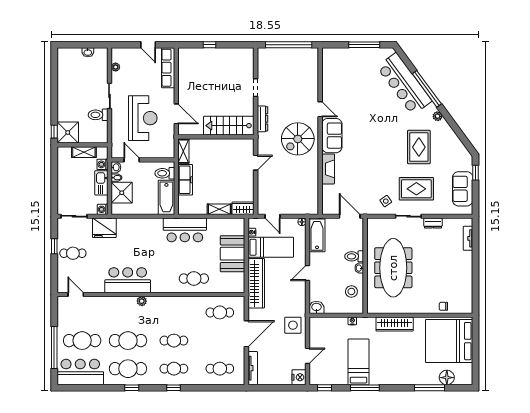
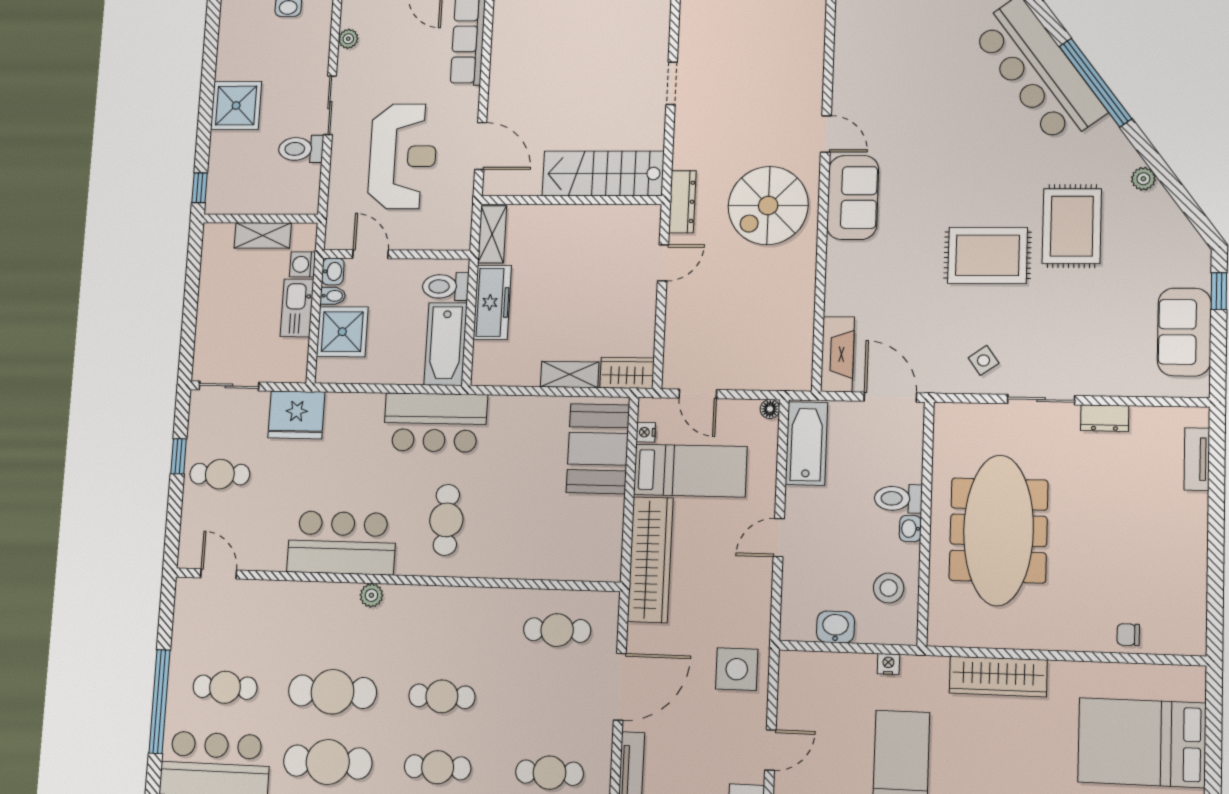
plant: (438, 116) -> (1143, 179), moved
dresser: (262, 119) -> (682, 202), moved
shower: (68, 133) -> (236, 106), moved
fireplace: (328, 169) -> (838, 354), moved
rug: (416, 189) -> (987, 255), moved
washing machine: (103, 209) -> (295, 371), removed
bar counter: (185, 230) -> (435, 423), moved
booth: (233, 254) -> (598, 449), moved
cafe table: (194, 279) -> (446, 520), moved, turned 90
washbasin: (316, 307) -> (835, 627), moved
cafe table: (82, 341) -> (225, 687), width x0.73, depth x0.74
bed: (449, 341) -> (1142, 743), width x0.73

